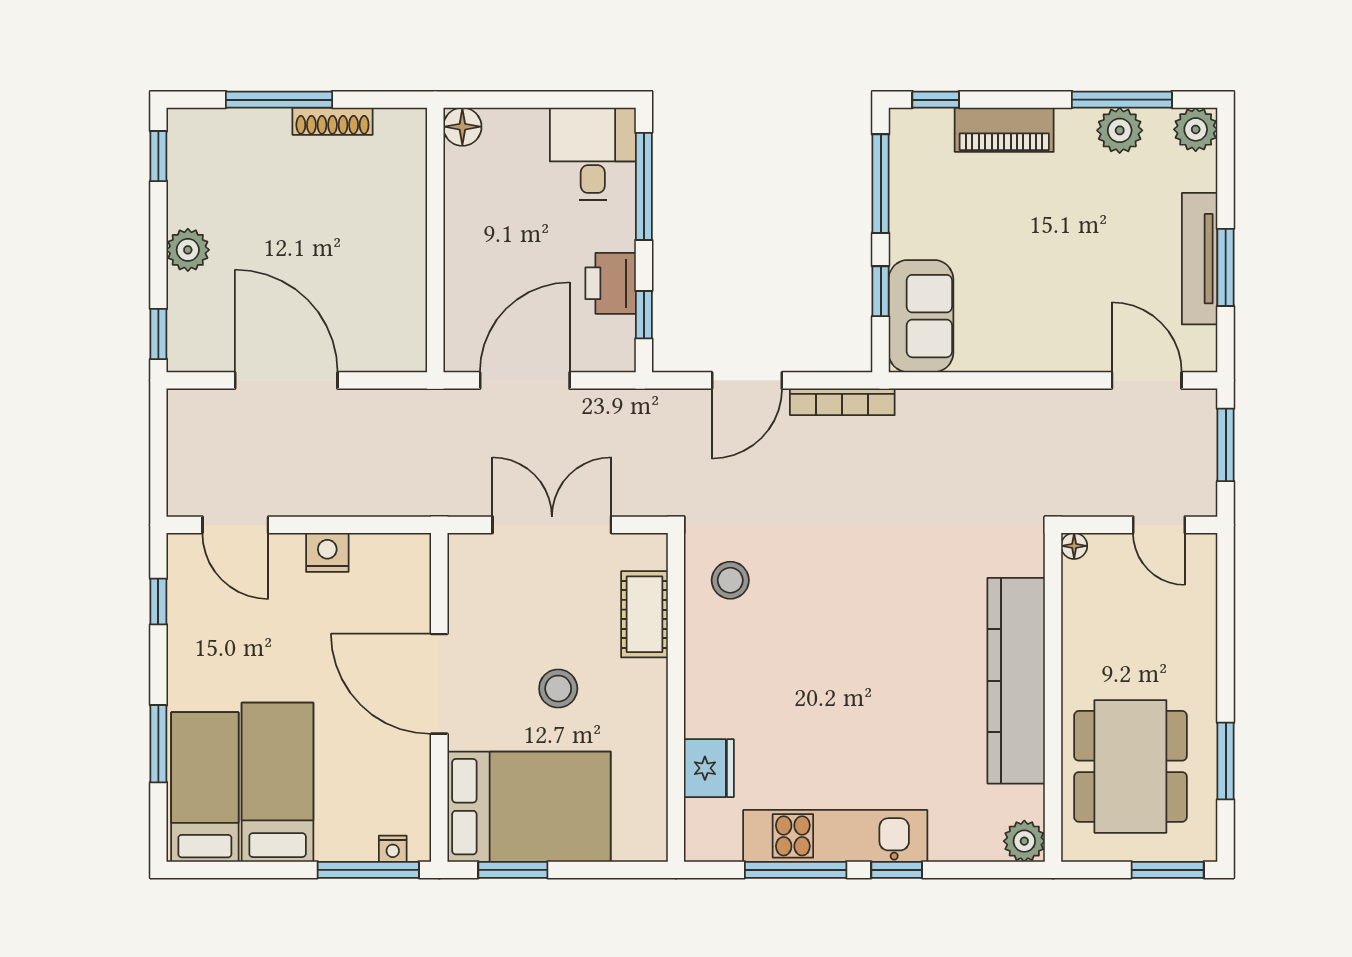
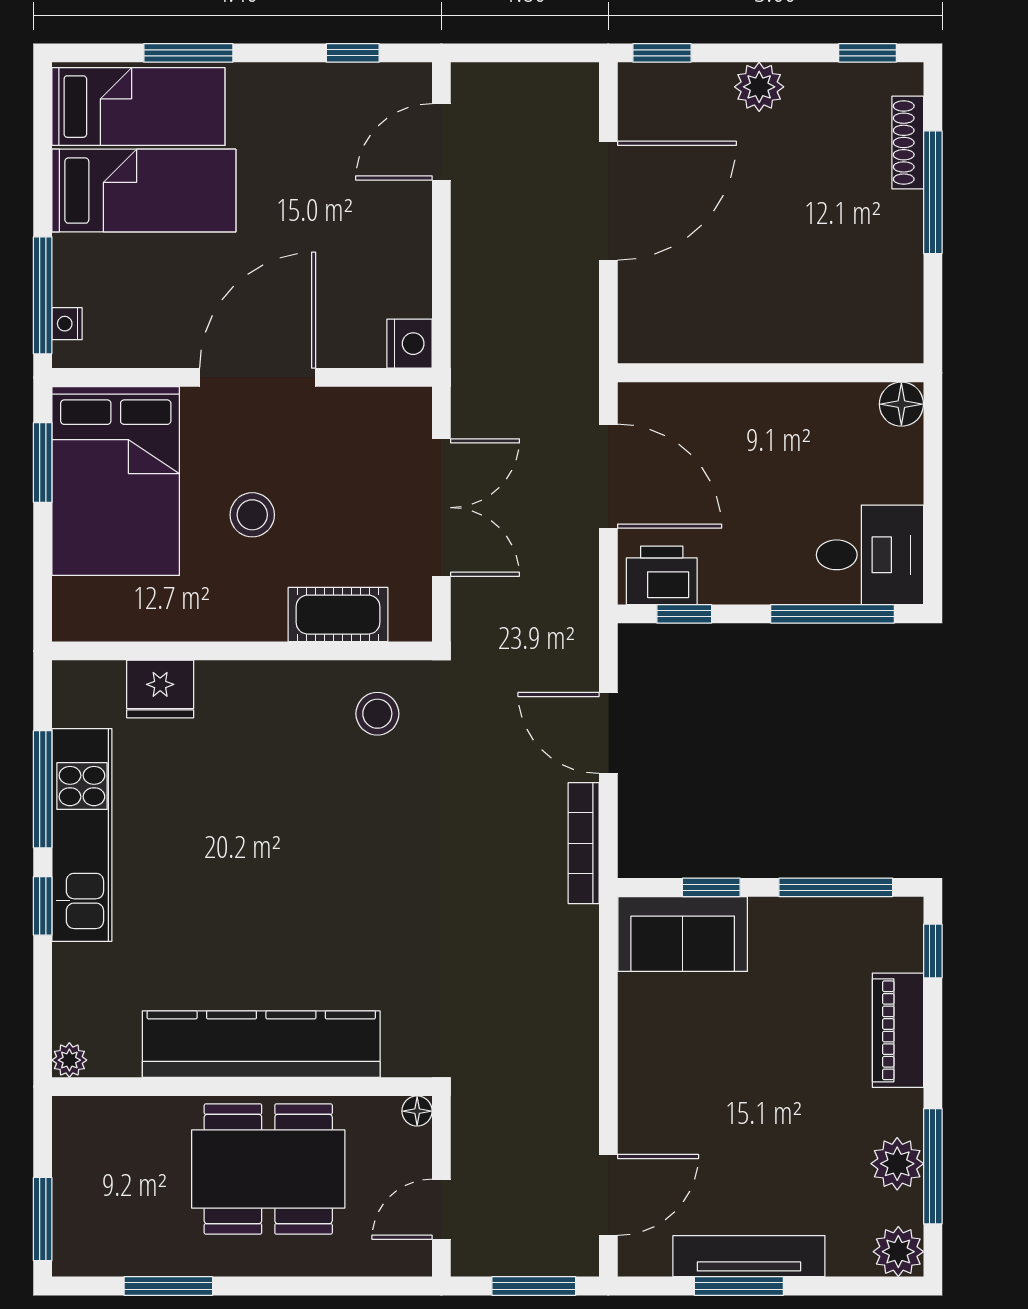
shoe rack: (332, 121) -> (908, 143), moved
printer: (611, 283) -> (662, 575), moved
nightstand: (327, 552) -> (410, 344), moved
dining table: (1130, 766) -> (268, 1169), moved
plant: (1024, 841) -> (69, 1060), width x0.73, depth x0.73

